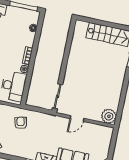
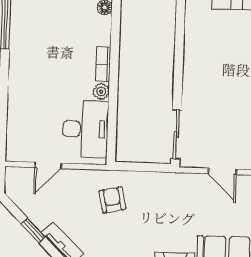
door: (77, 119) -> (222, 171), hinge flipped

